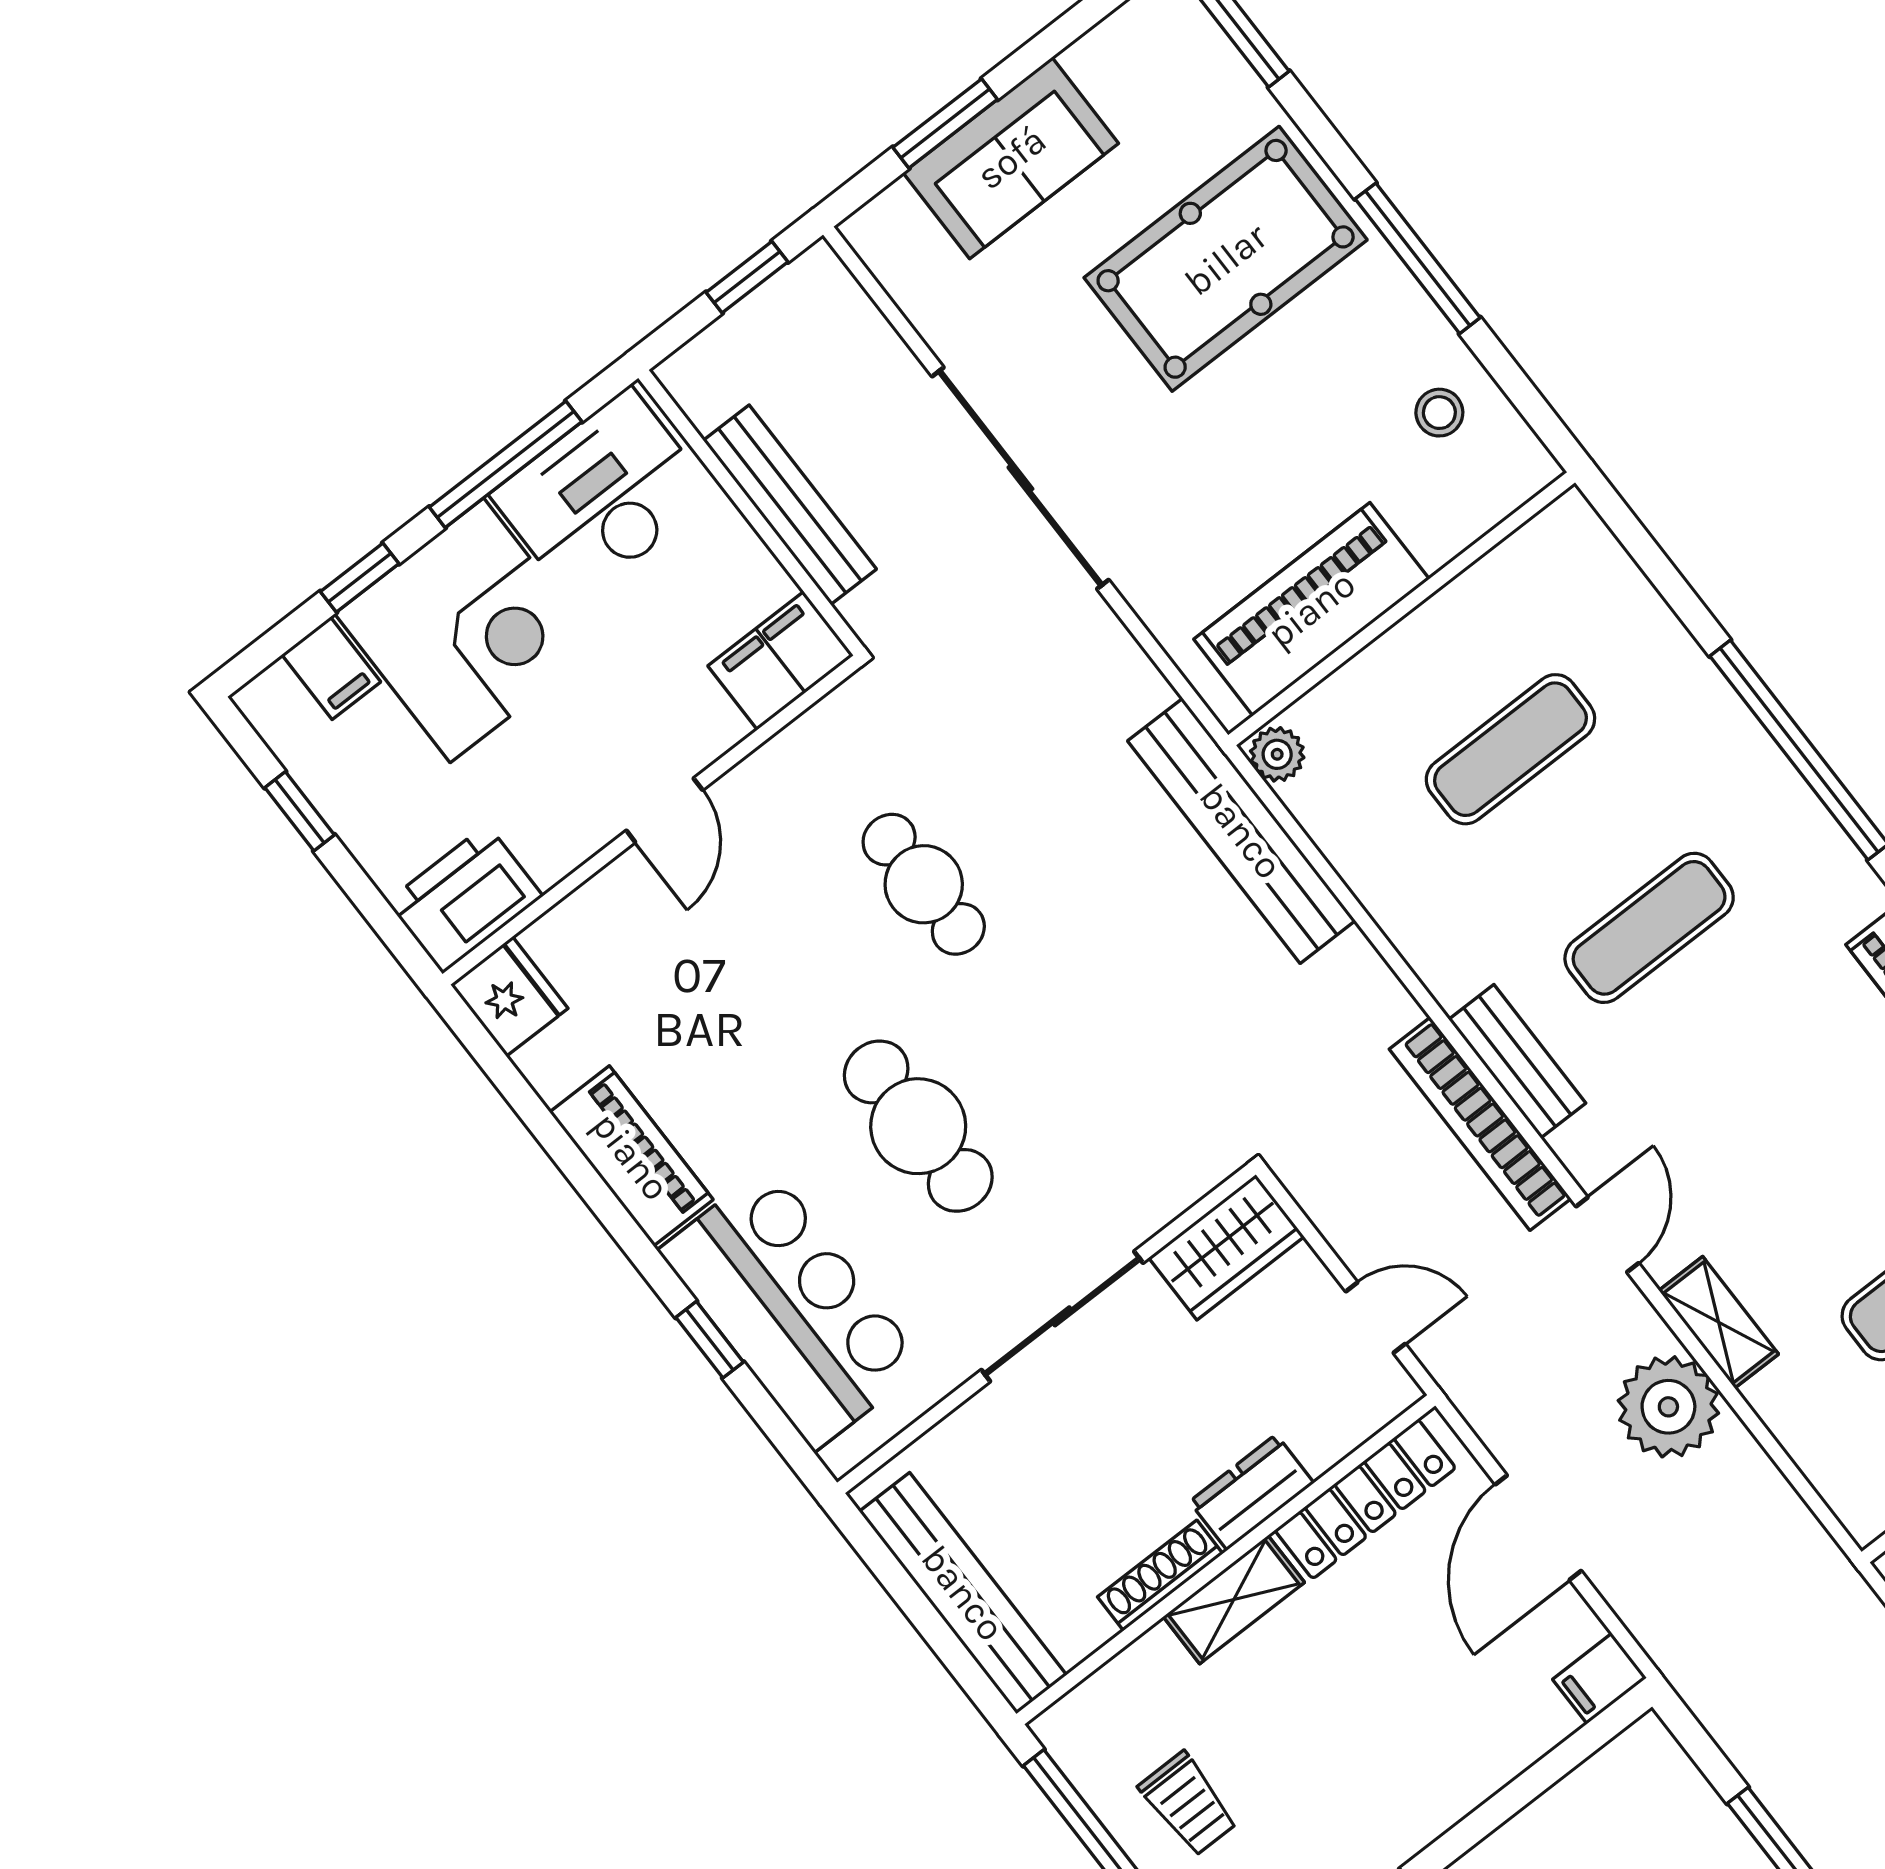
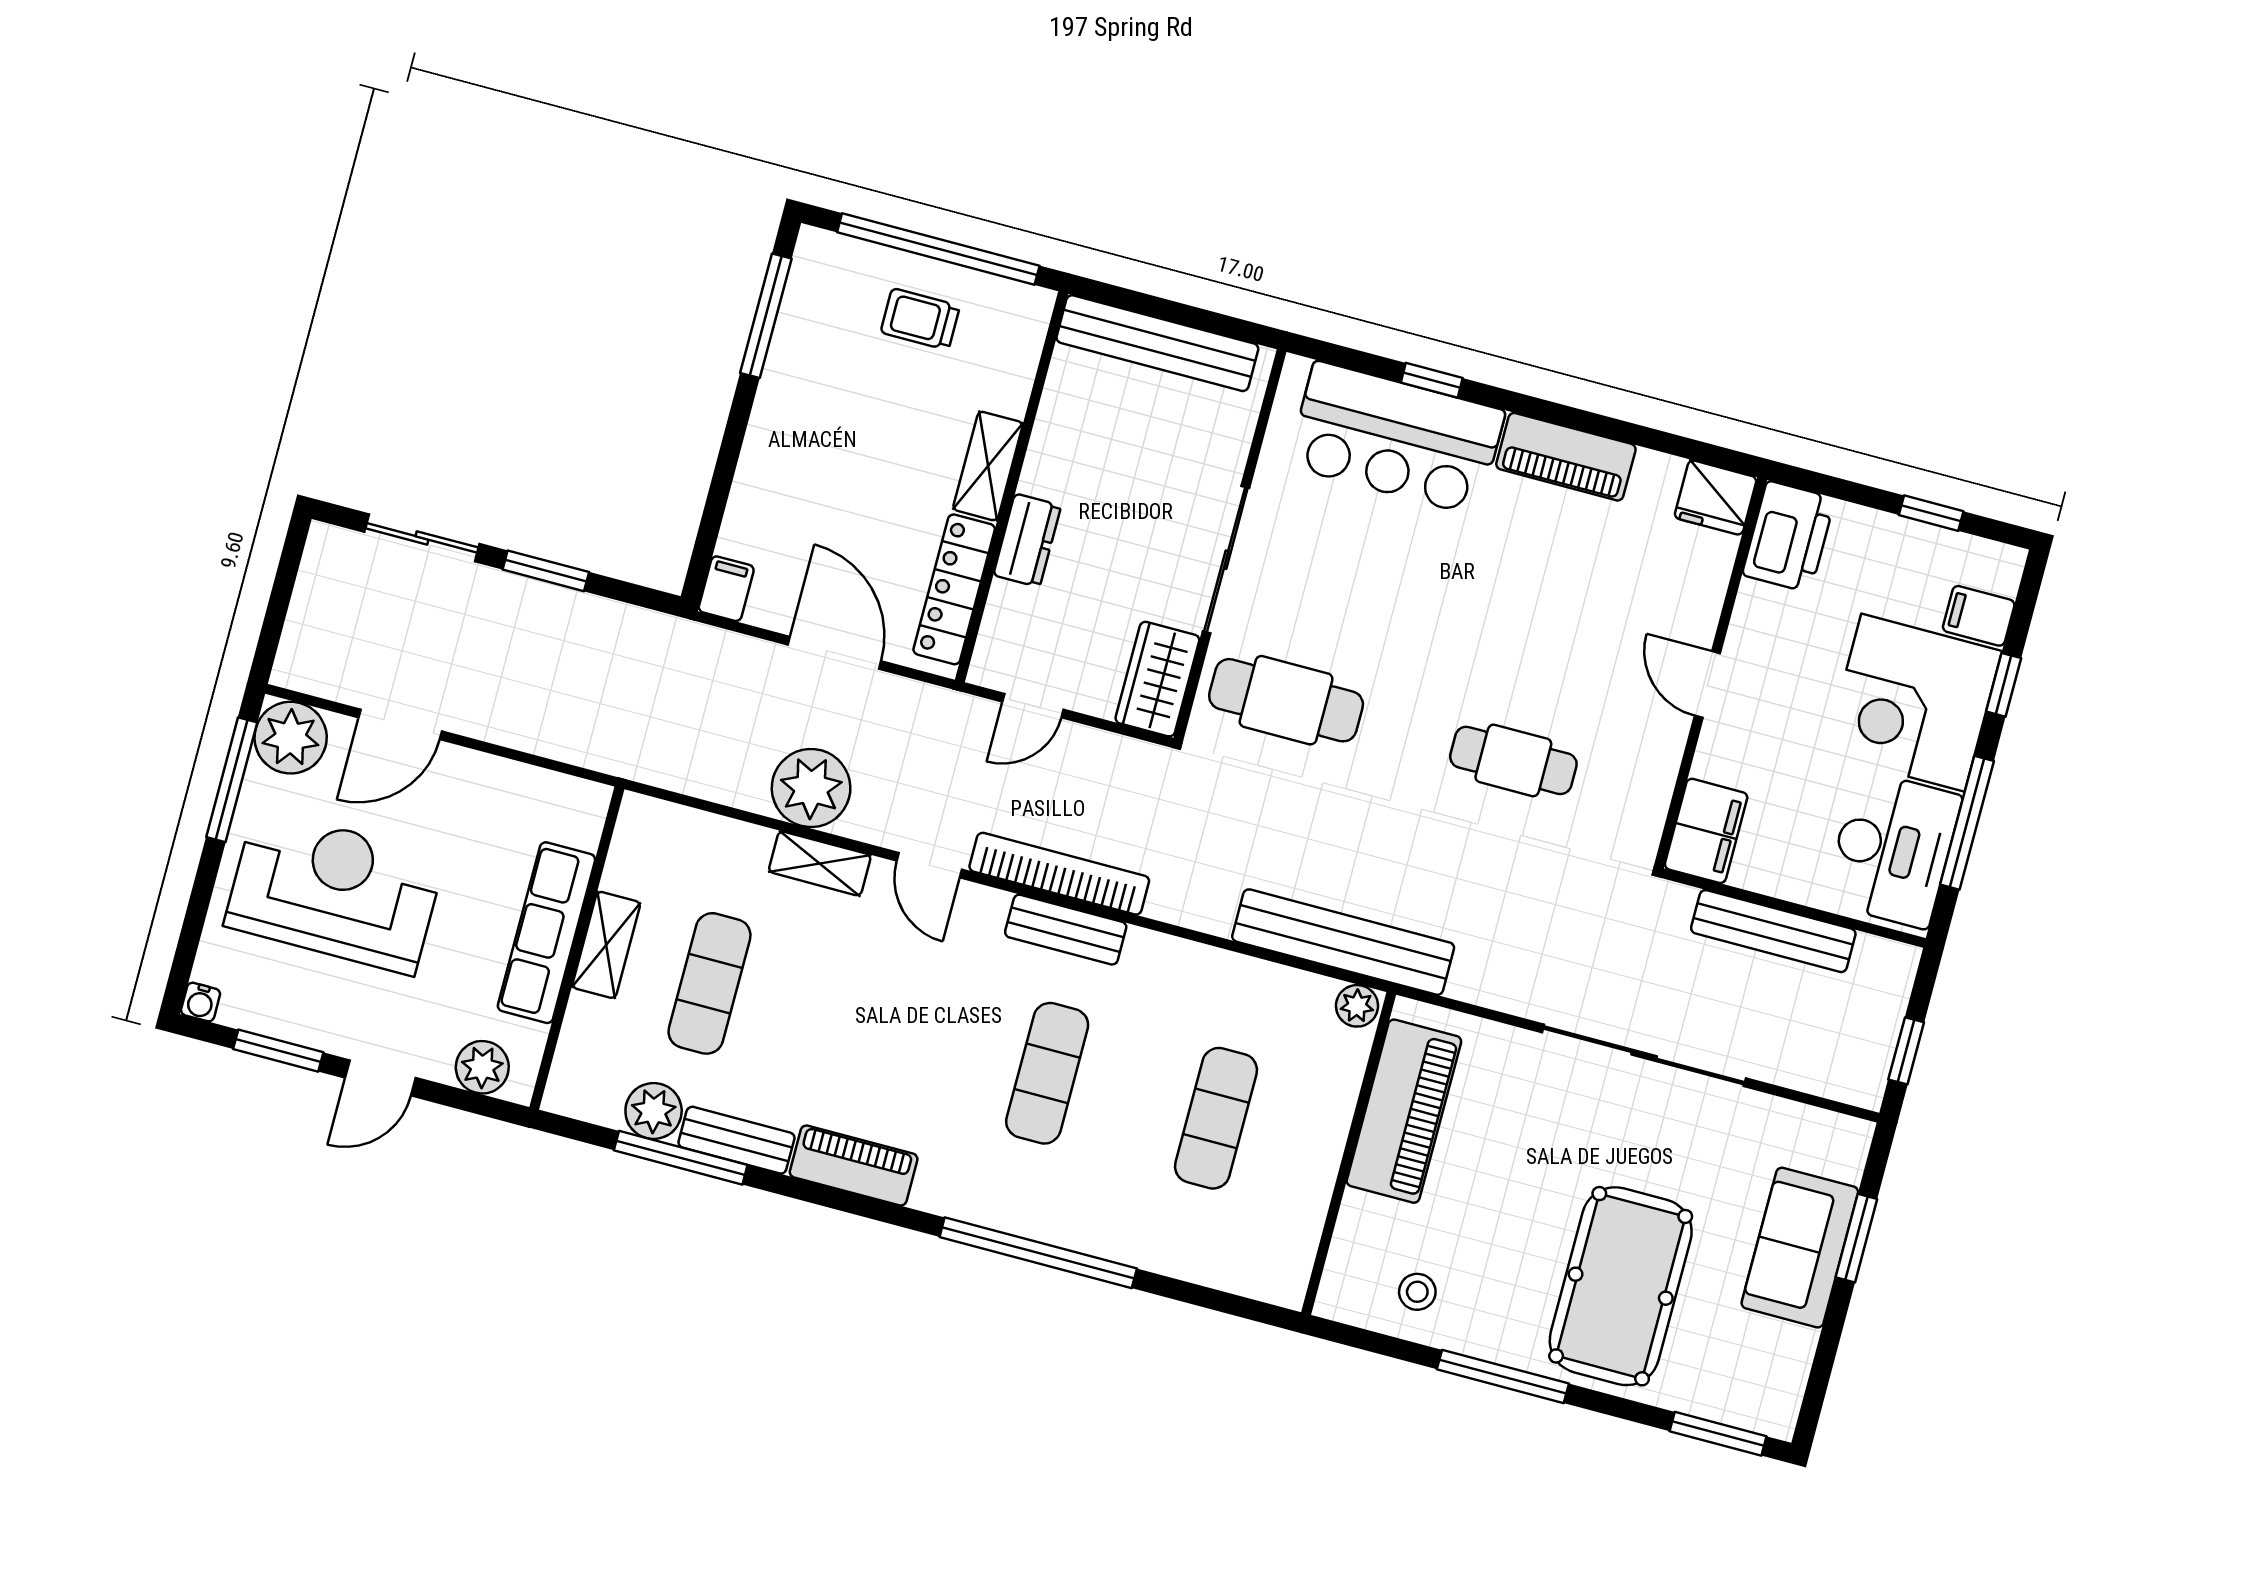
cafe table: (918, 1126) -> (1286, 700), moved
shoe rack: (1160, 1575) -> (1044, 446), removed

